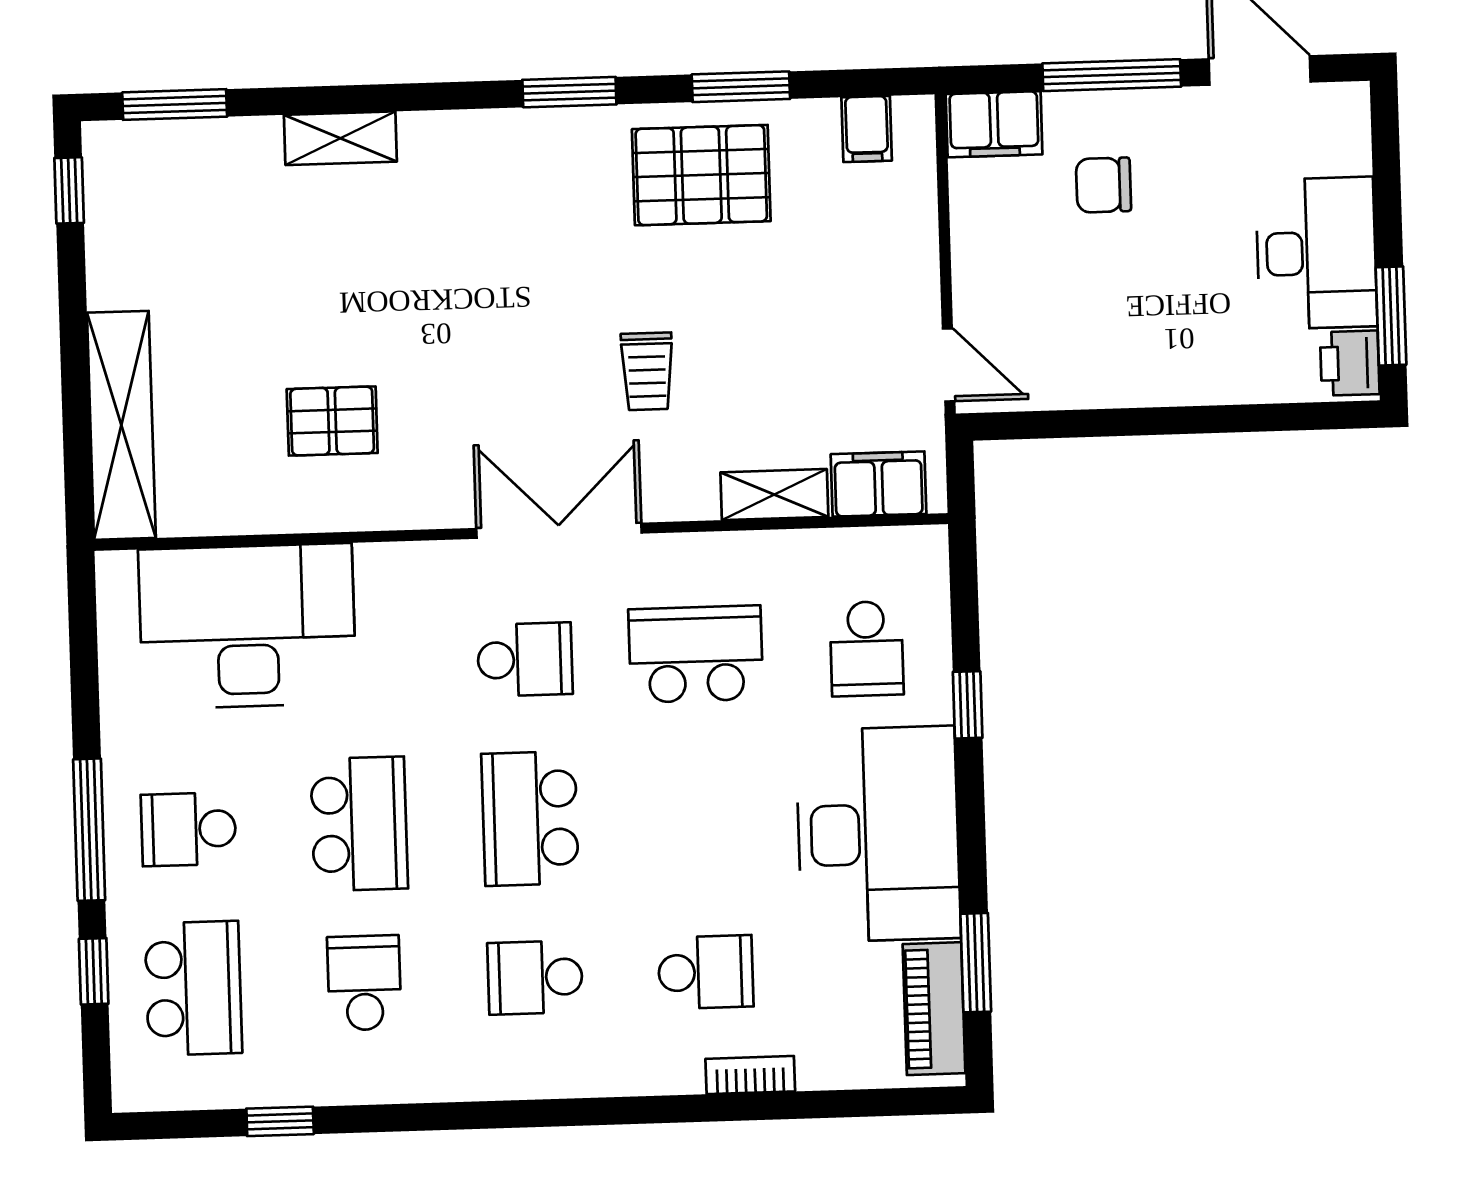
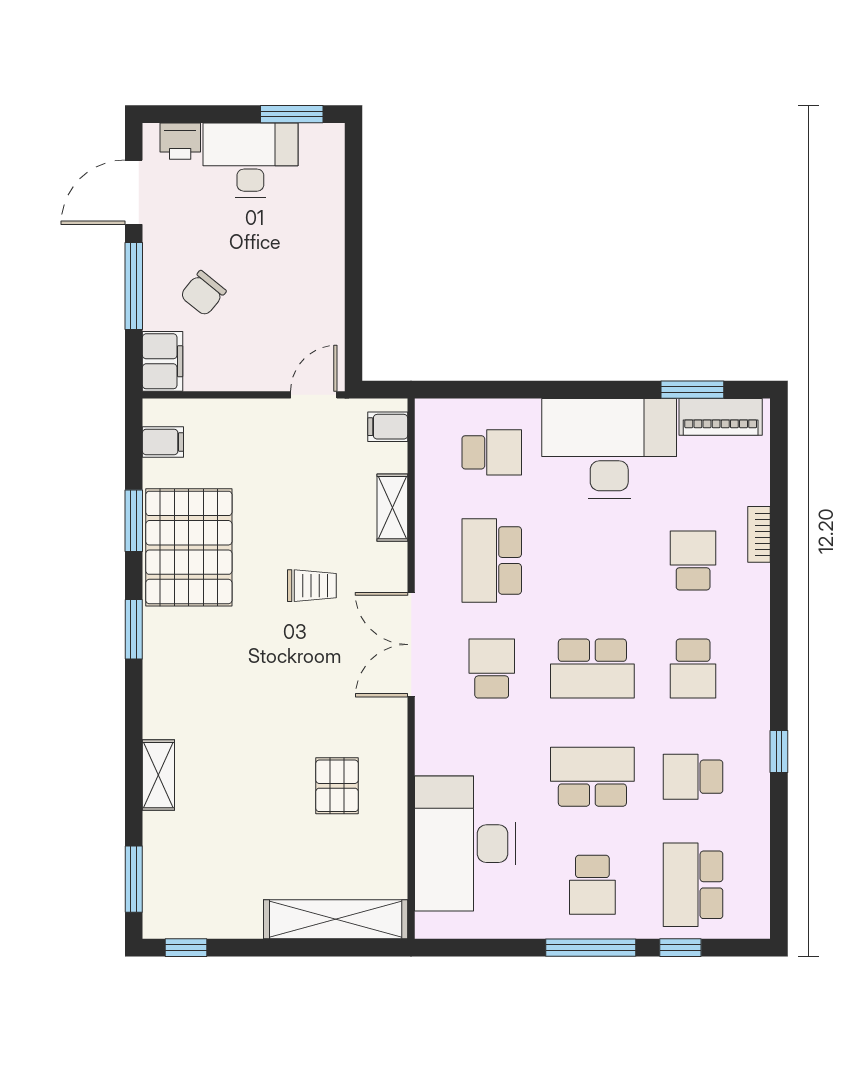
pallet: (701, 175) -> (189, 547), width x1.37, depth x1.41
chair: (1103, 185) -> (203, 293), turned 39
printer: (1350, 363) -> (180, 141), moved
filing cabinet: (879, 484) -> (388, 427), width x0.50
window: (968, 705) -> (529, 390), removed
school desk: (193, 988) -> (693, 885), turned -90
window: (280, 1121) -> (779, 752), moved

